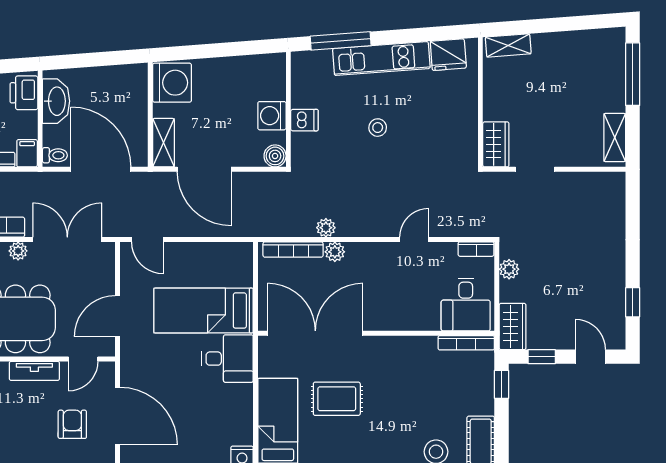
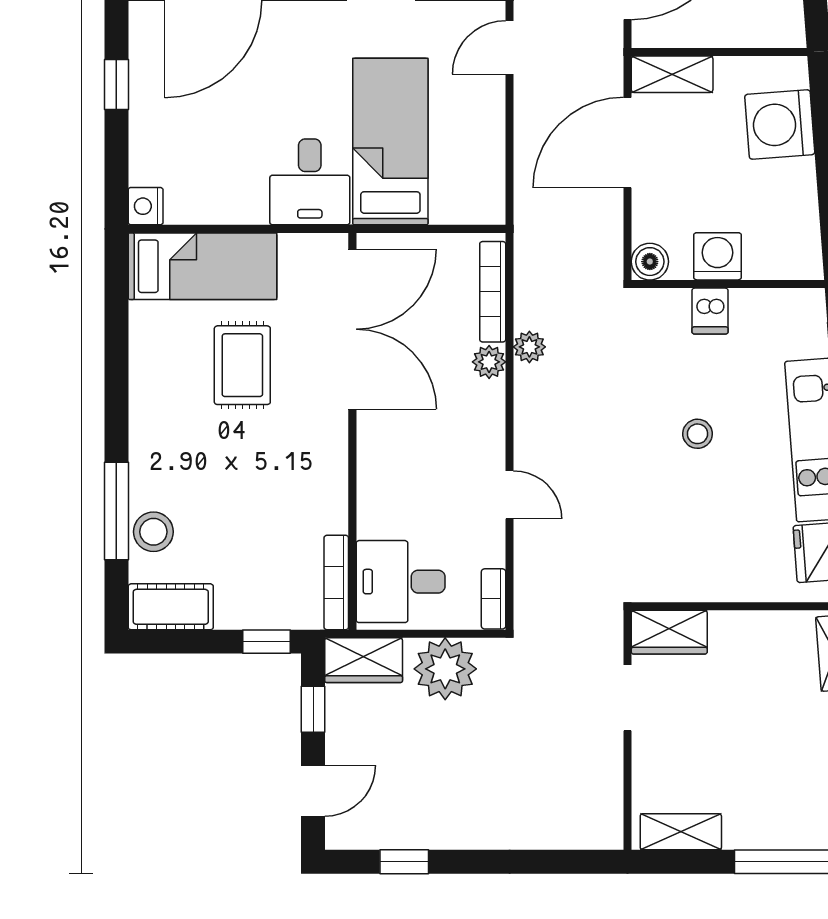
washing machine: (172, 83) -> (780, 124), moved, turned 86
plant: (509, 269) -> (445, 669), width x1.88, depth x1.88

